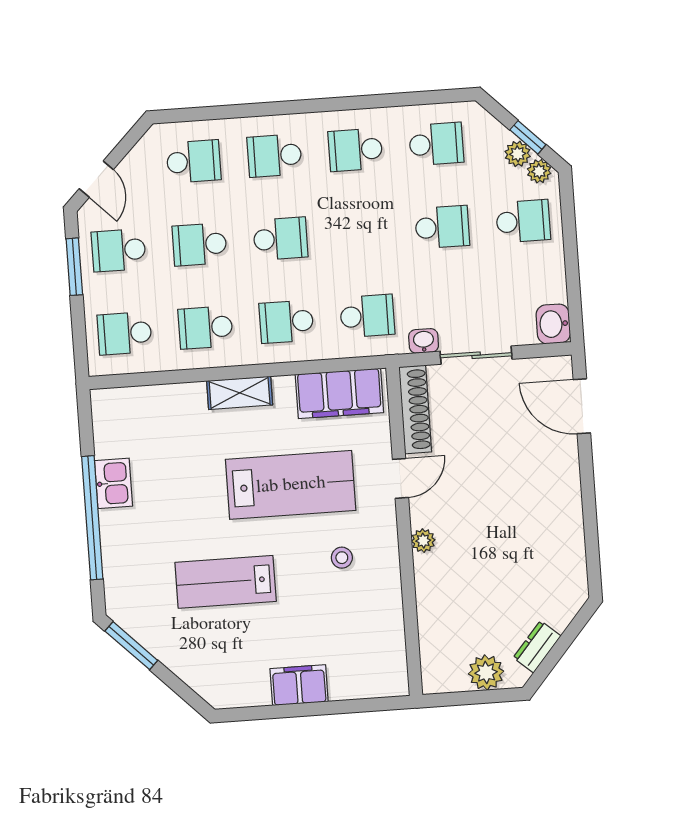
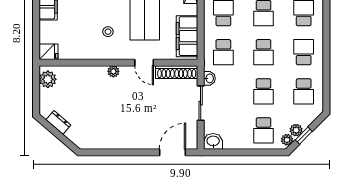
school desk: (361, 233) -> (264, 52), added
plant: (486, 672) -> (48, 79), moved
fridge: (392, 678) -> (49, 52), added

